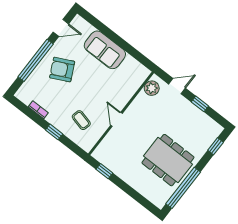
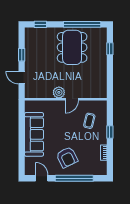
sofa: (105, 50) -> (34, 134), width x1.36
plant: (152, 88) -> (59, 92), moved
window: (104, 171) -> (110, 49), moved

